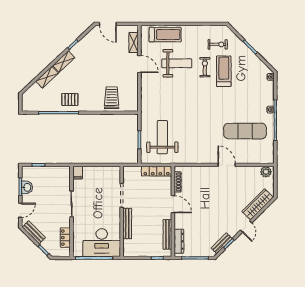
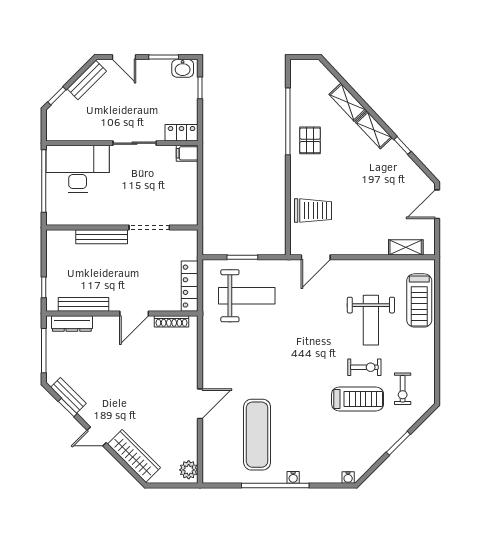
door: (139, 64) -> (316, 257), moved
washbasin: (27, 187) -> (183, 68), moved
locker: (65, 238) -> (182, 133), moved
desk: (102, 243) -> (78, 169), moved, turned 90

